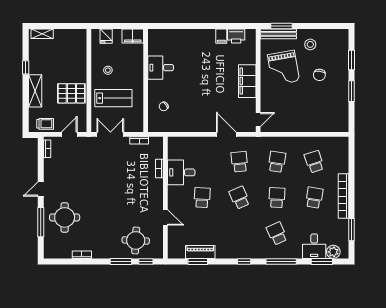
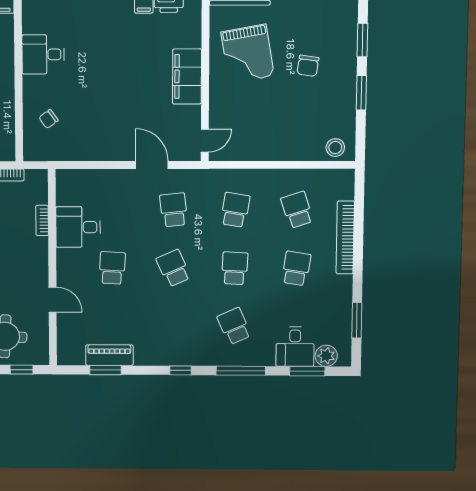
stool: (310, 44) -> (335, 148), moved
bookcase: (344, 196) -> (345, 237), moved

